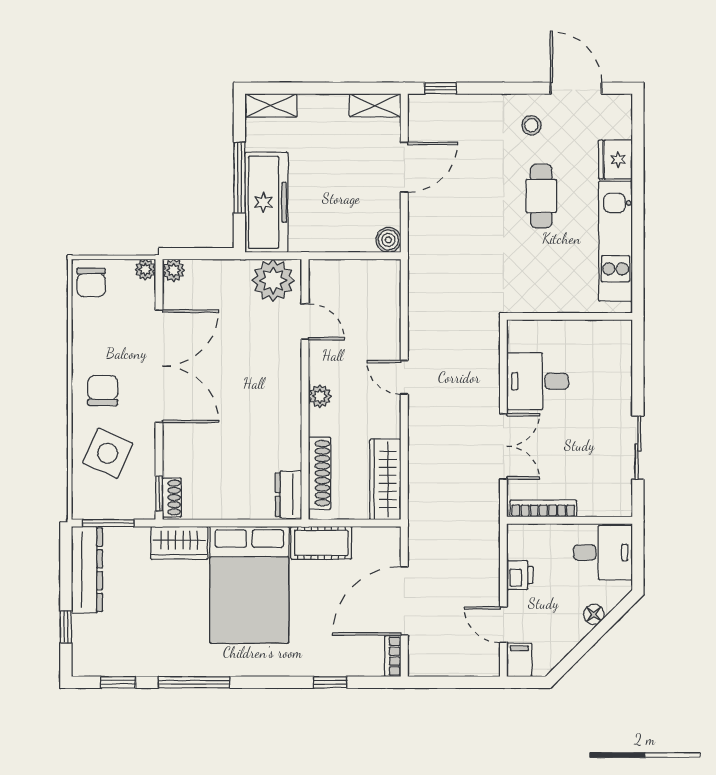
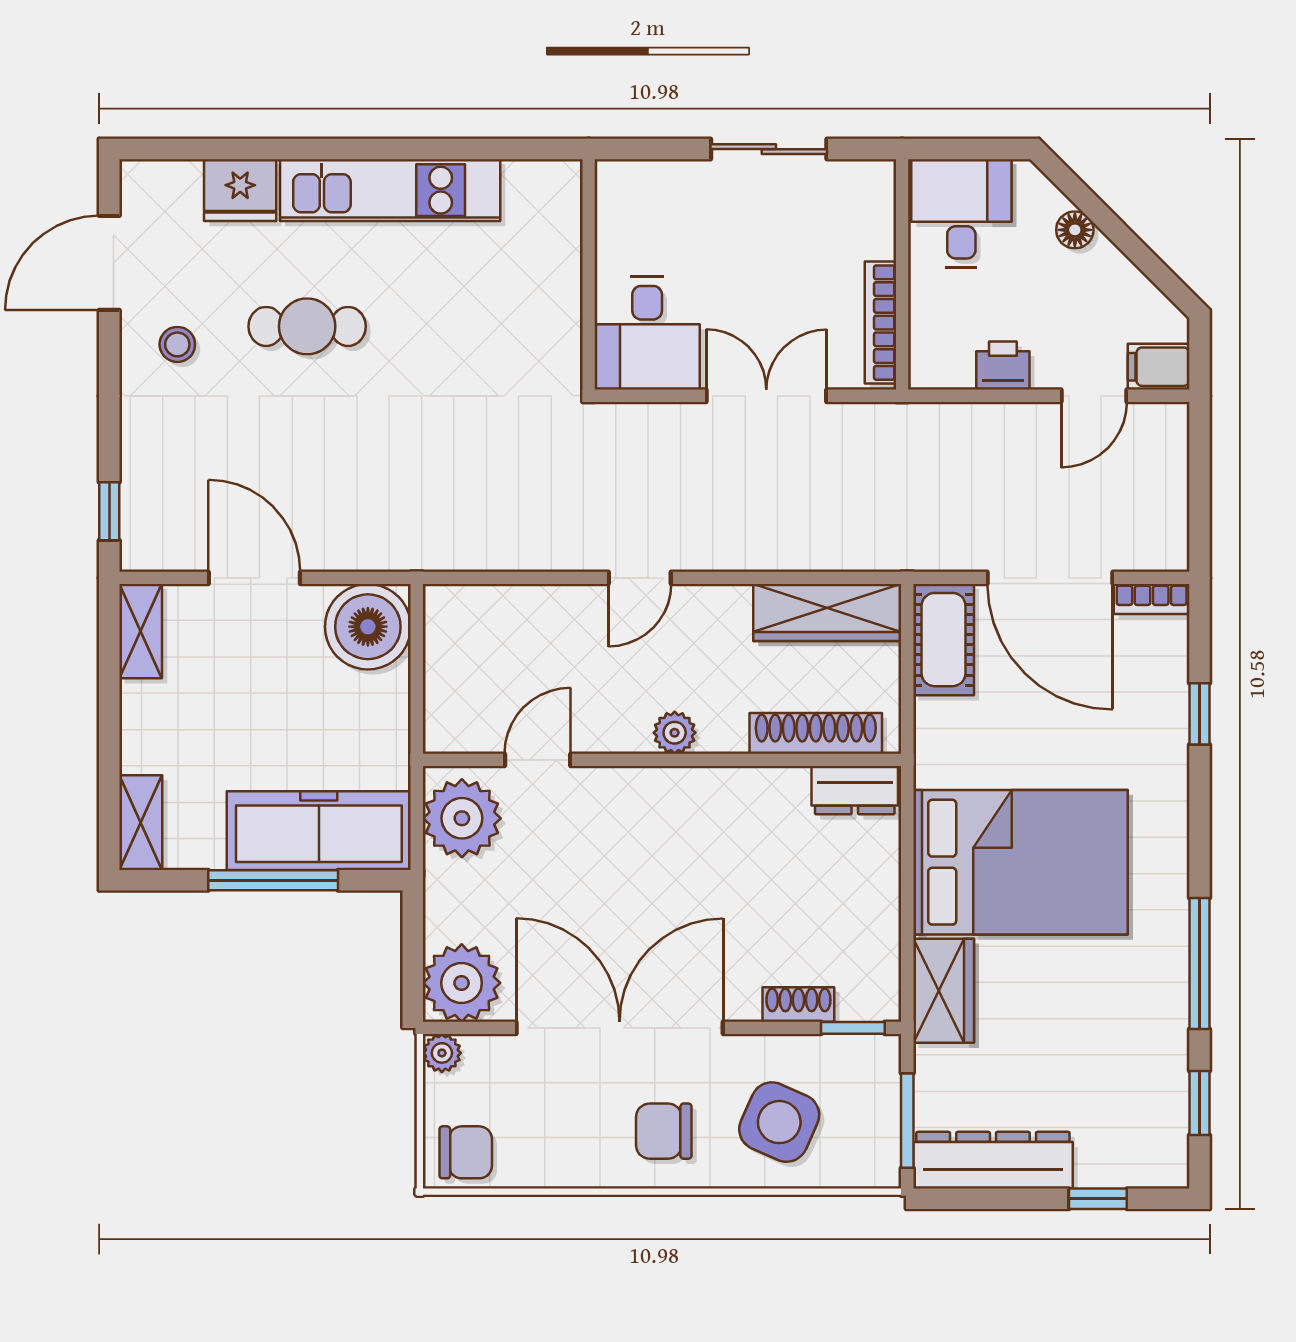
boiler: (388, 240) -> (368, 627), width x1.86, depth x1.86
plant: (174, 270) -> (462, 983), width x1.87, depth x1.87
wall: (570, 316) -> (589, 274), moved
shoe rack: (172, 498) -> (798, 1004), moved
cot: (321, 543) -> (944, 640), moved

